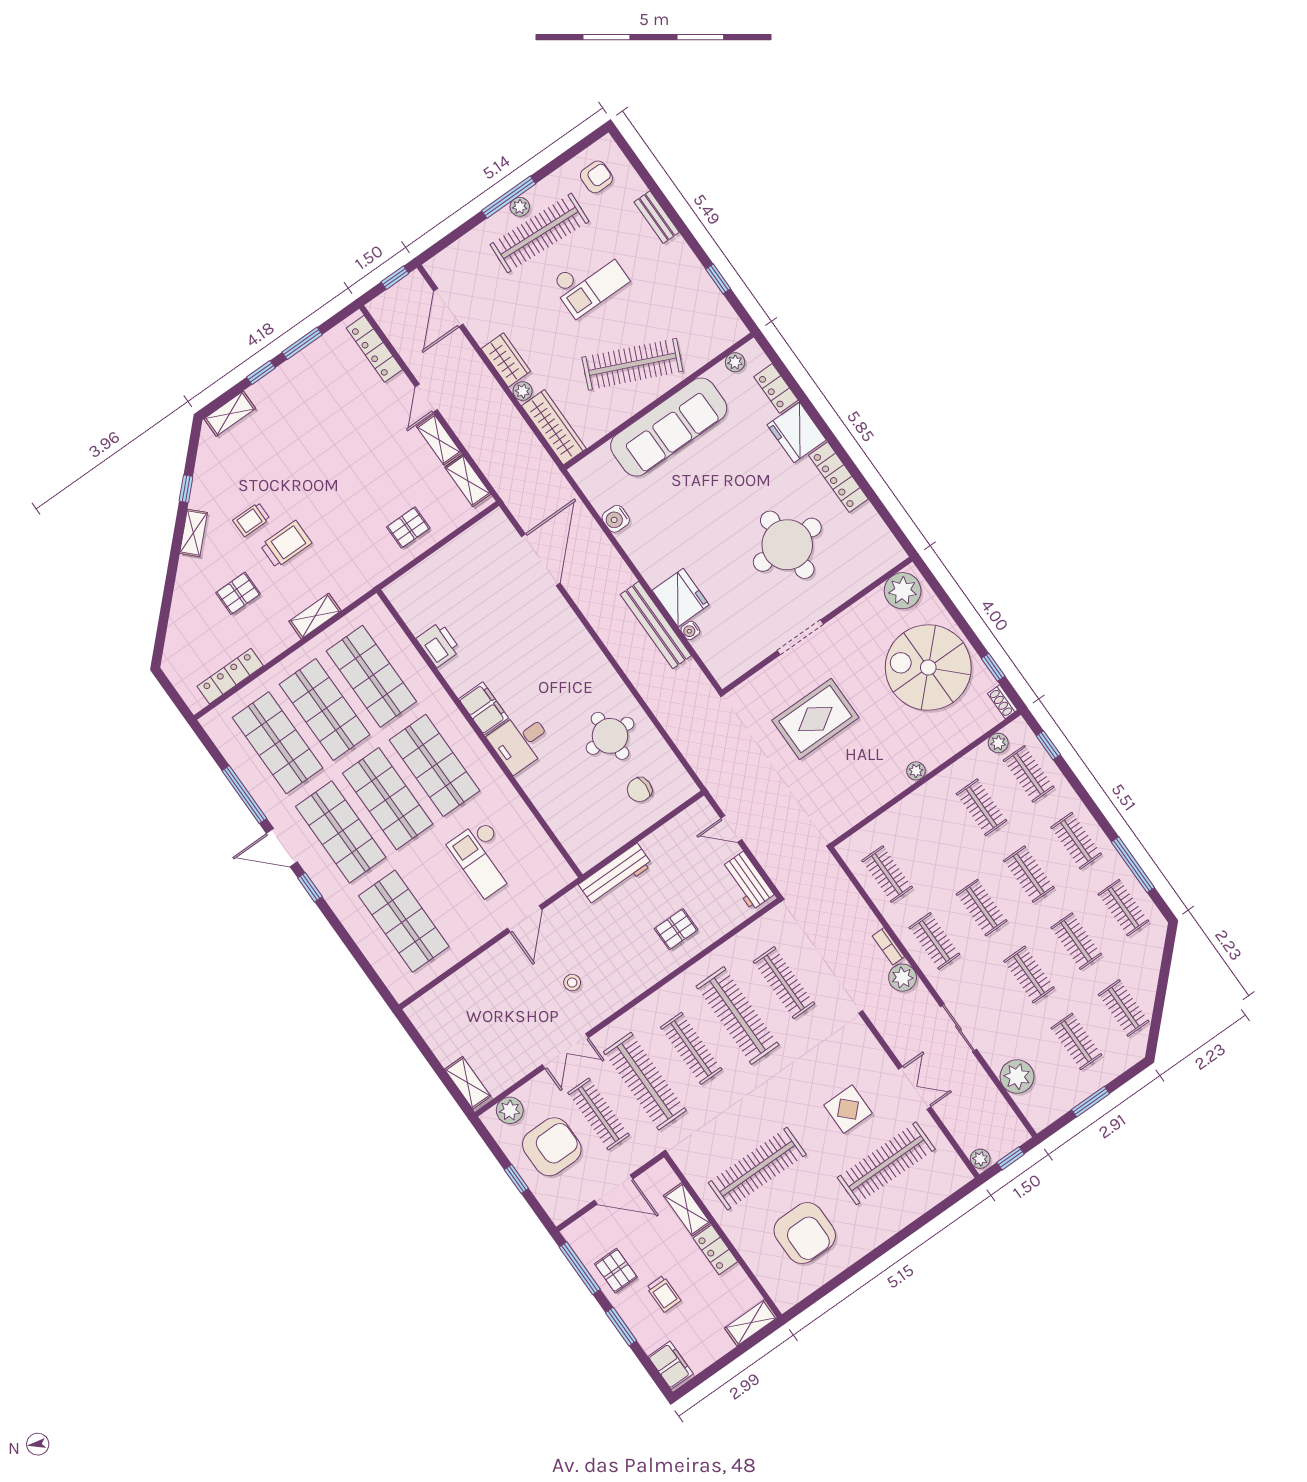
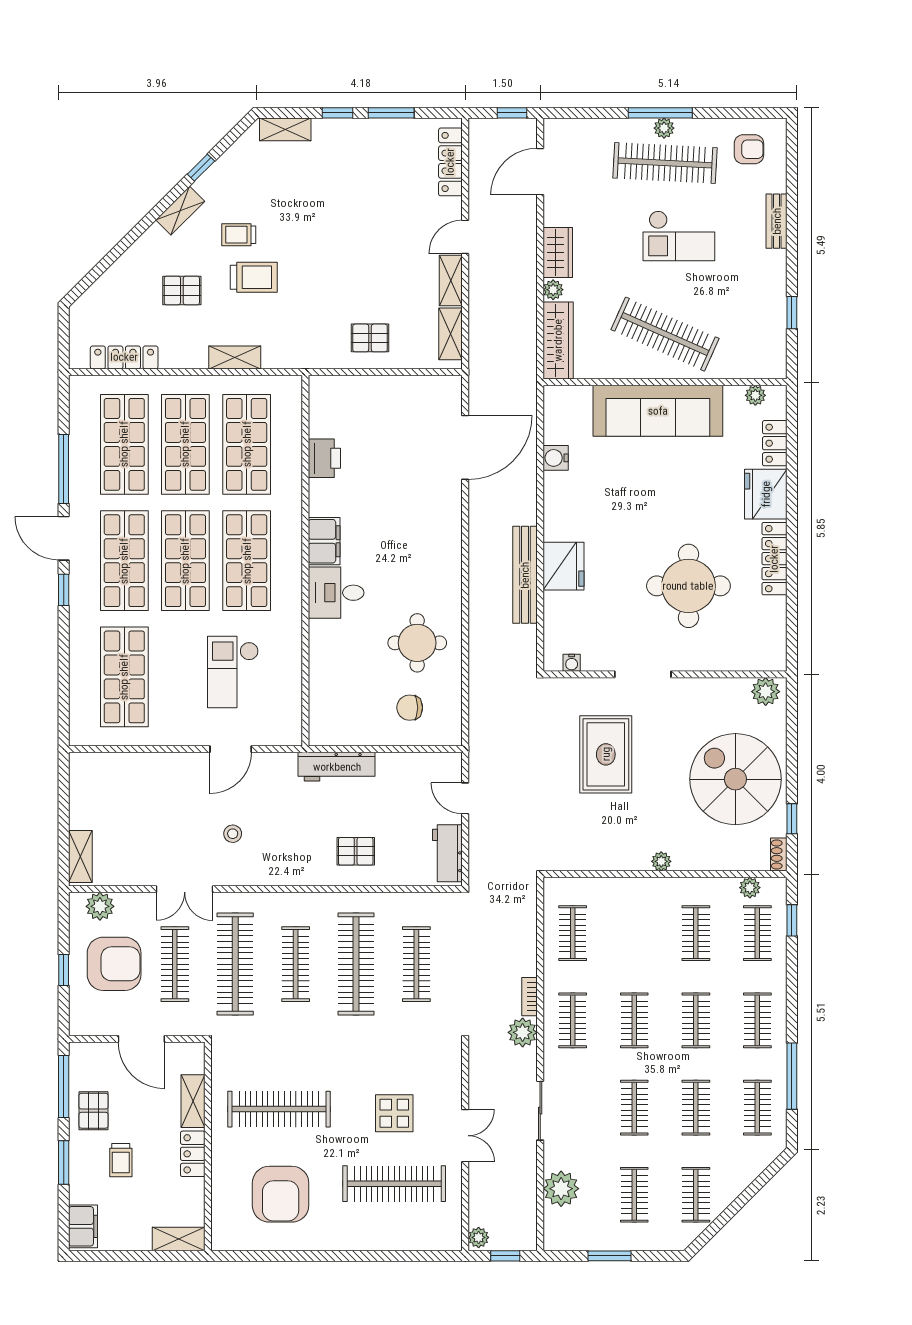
plant: (903, 591) -> (766, 692), width x0.73, depth x0.73
water cooler: (690, 630) -> (572, 663), moved, turned -90
rug: (815, 719) -> (606, 754), turned 90

